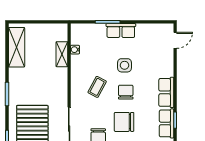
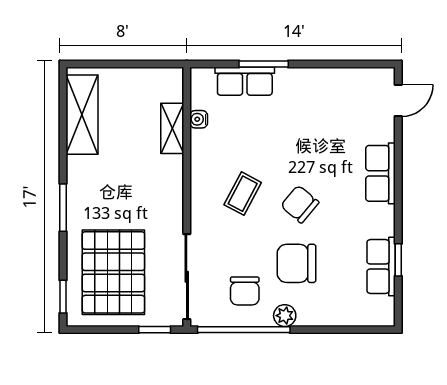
row of seats: (121, 31) -> (245, 81), moved
side table: (125, 65) -> (297, 151), removed
chair: (126, 92) -> (300, 204), turned -50
row of seats: (166, 92) -> (381, 173), moved

